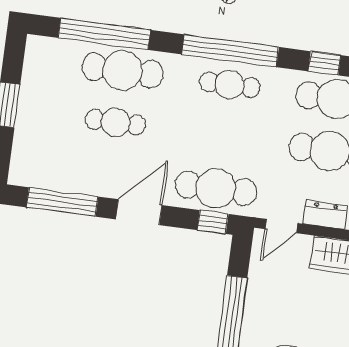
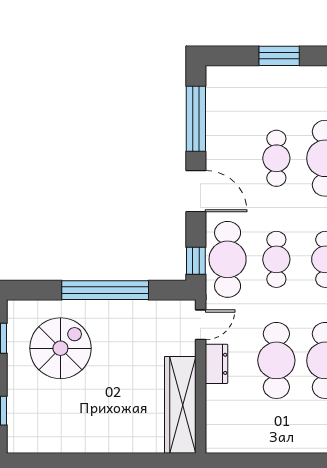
cafe table: (223, 137) -> (276, 259), added
door: (281, 226) -> (201, 325), swing flipped

